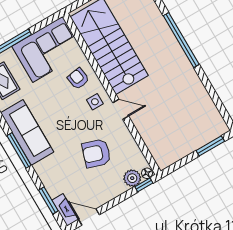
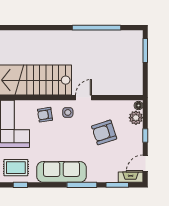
window: (181, 40) -> (96, 28), moved
window: (19, 150) -> (82, 185), moved
armchair: (96, 153) -> (104, 132), turned 54
window: (144, 185) -> (145, 135), moved

